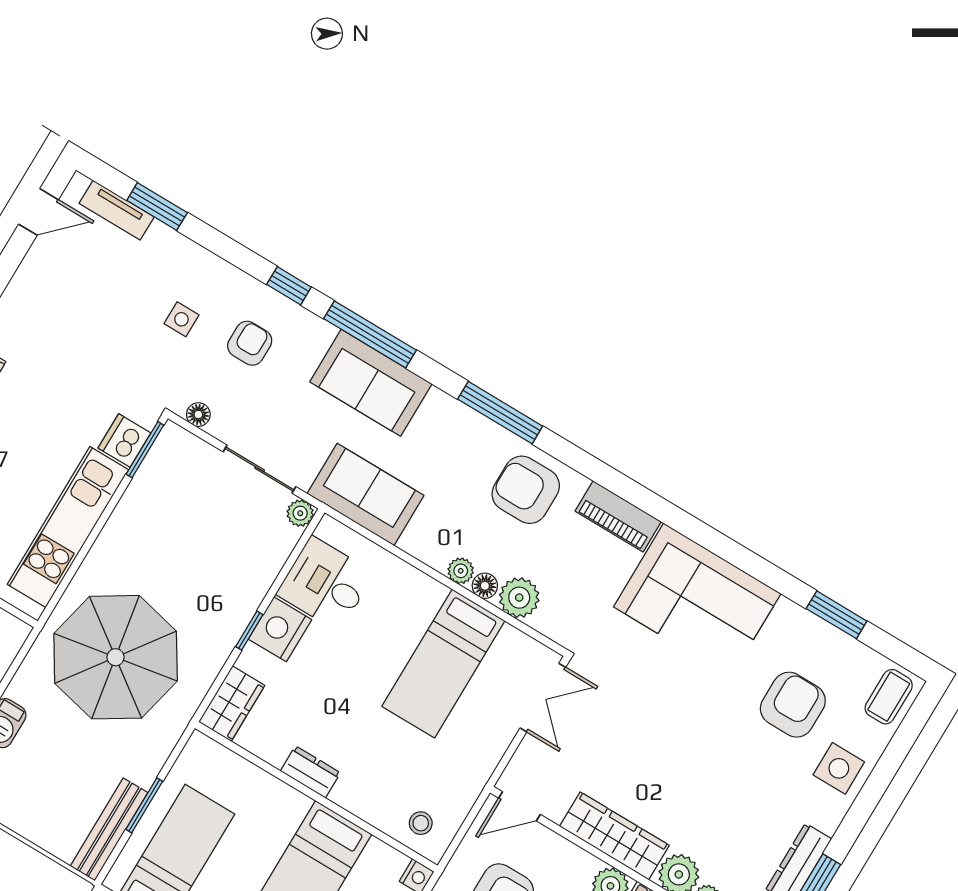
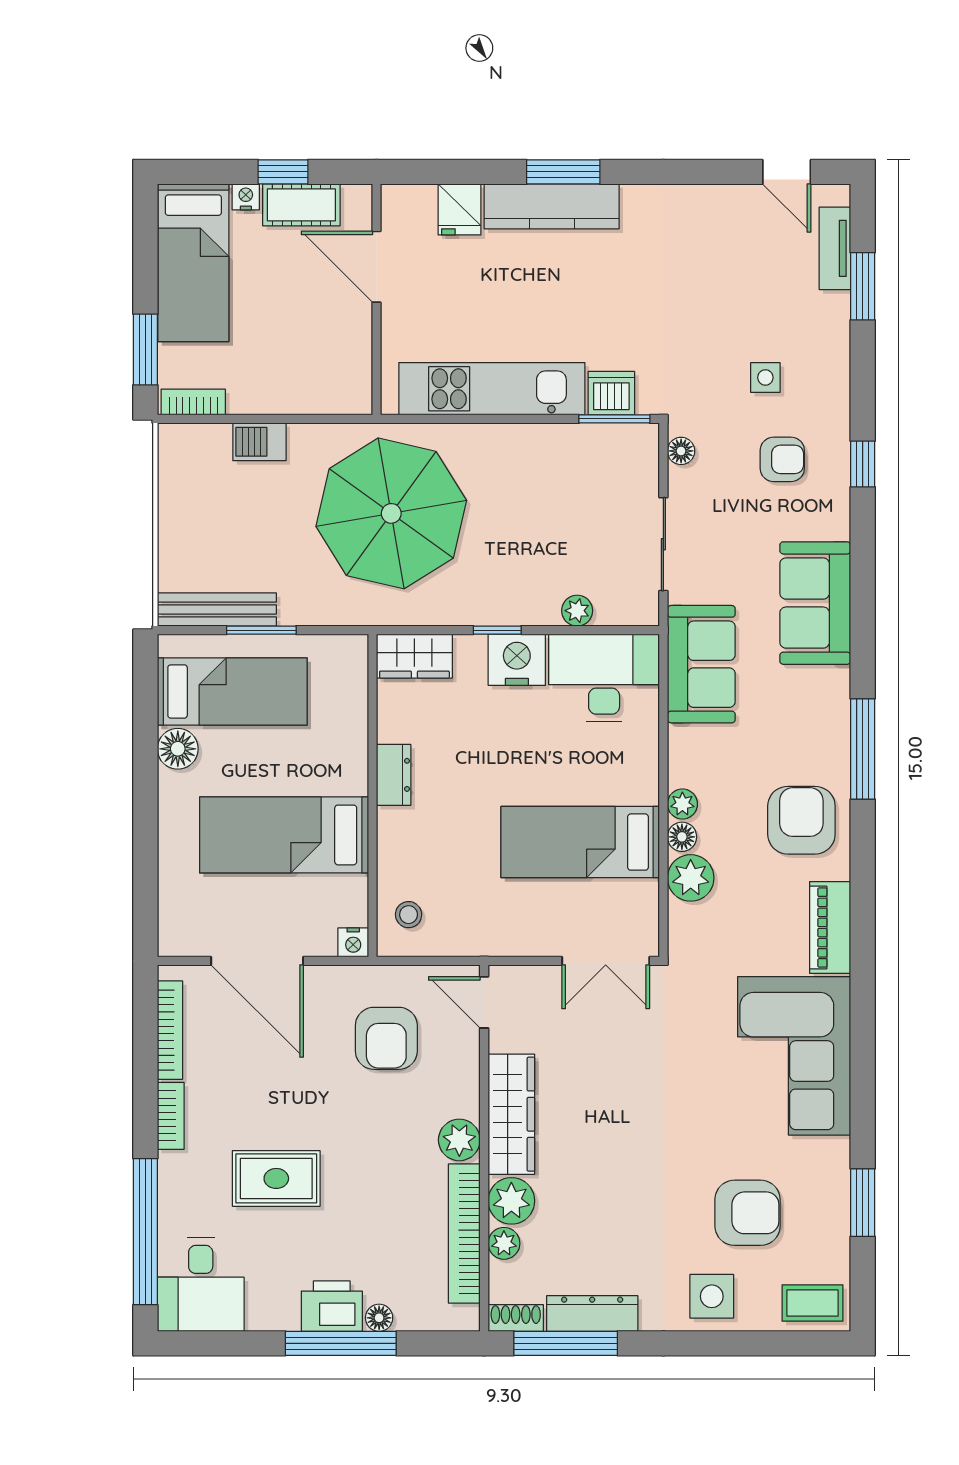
window: (370, 334) -> (863, 573), removed
plant: (300, 513) -> (577, 611), moved
desk: (325, 584) -> (604, 678), width x1.37

